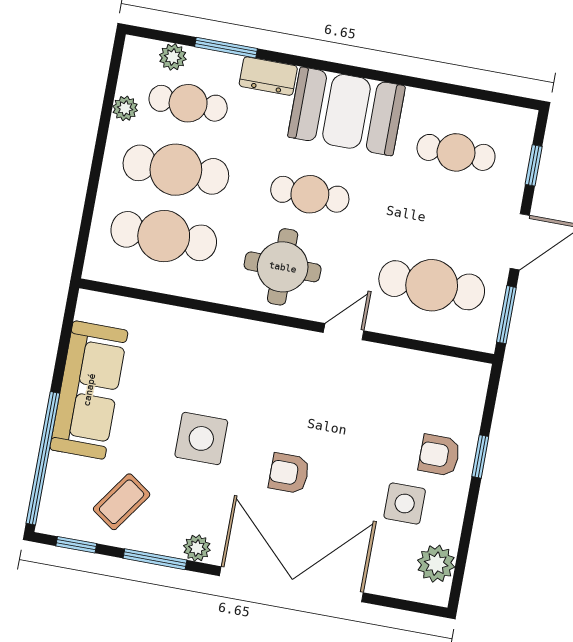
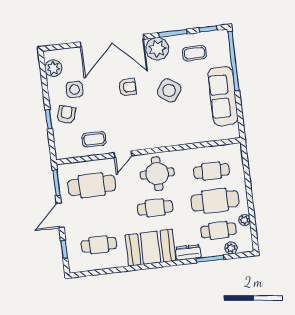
cafe table: (164, 236) -> (211, 171), width x0.73, depth x0.74
coffee table: (396, 383) -> (94, 139), added
side table: (201, 438) -> (169, 90), turned 36
armchair: (439, 455) -> (66, 114), turned -74
coffee table: (122, 502) -> (194, 53), turned 55
plant: (197, 548) -> (157, 49), width x1.88, depth x1.88

